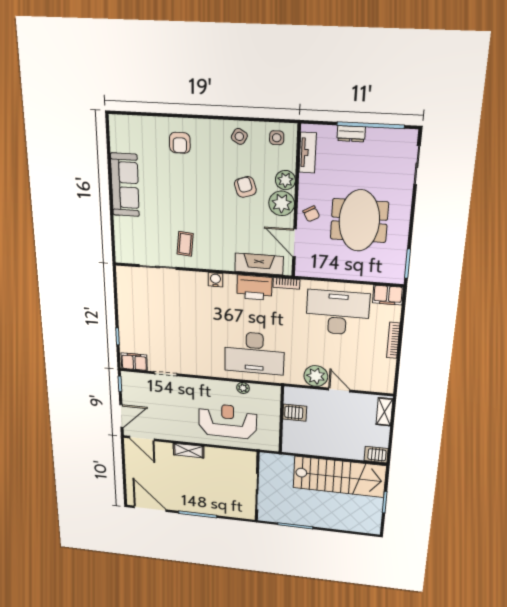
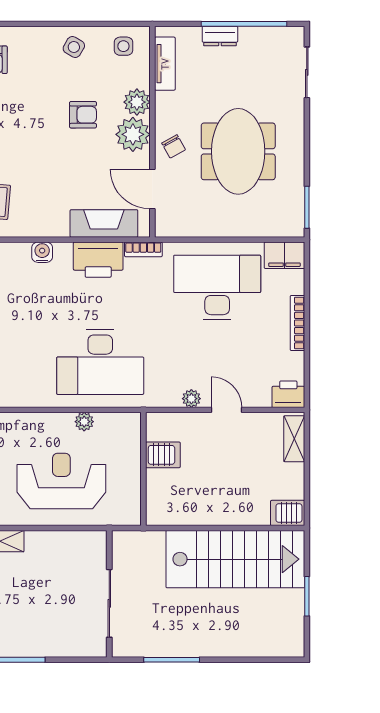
armchair: (245, 187) -> (83, 115), turned 108
plant: (316, 376) -> (191, 399), width x0.53, depth x0.53
printer: (383, 385) -> (288, 394), added

